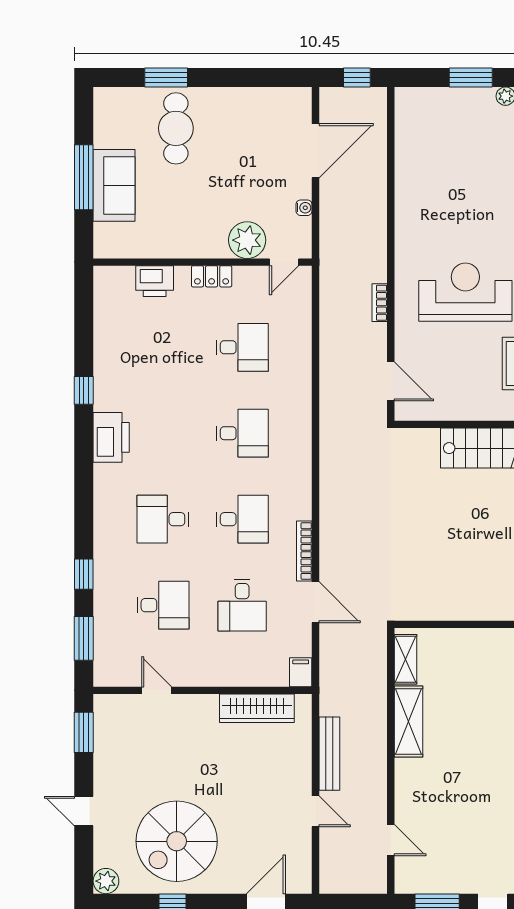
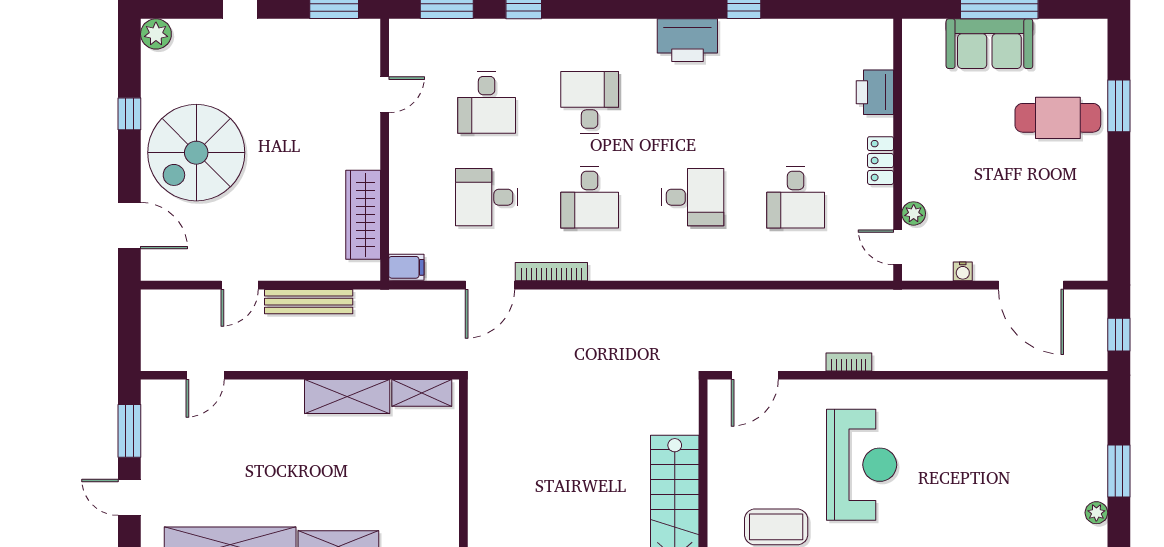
plant: (247, 240) -> (914, 213), width x0.53, depth x0.53
desk: (242, 433) -> (693, 197), turned -90
spiral stairs: (177, 841) -> (196, 153), moved, turned -90

